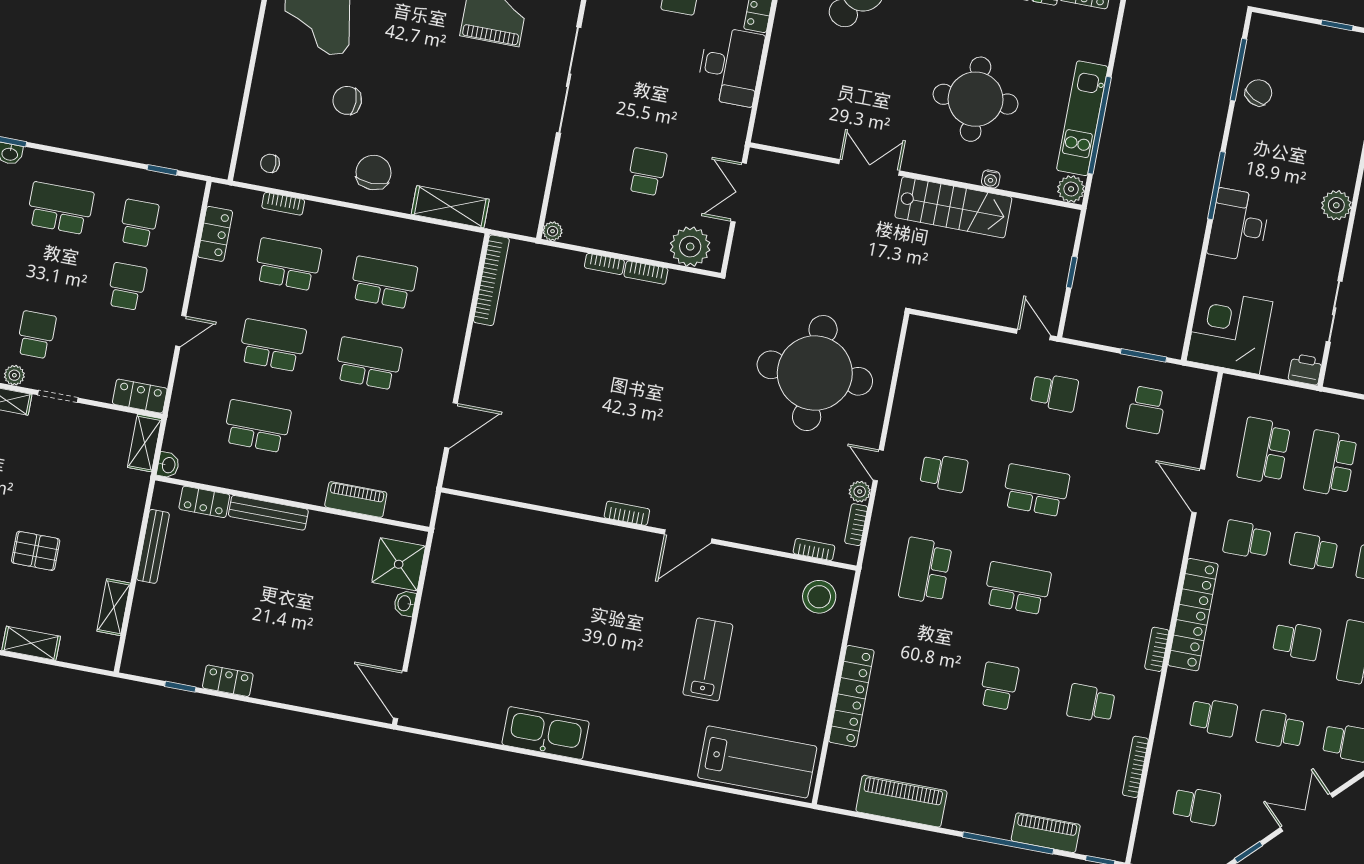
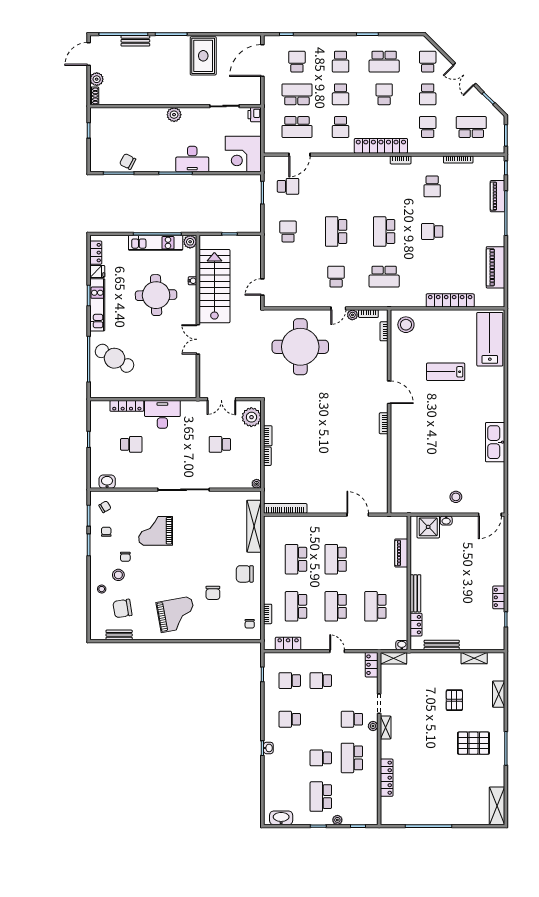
shelving: (450, 207) -> (254, 526), width x1.47
stairs: (953, 207) -> (214, 286), width x1.36, depth x1.51
school desk: (60, 208) -> (290, 719), width x0.54
door: (1034, 335) -> (262, 287), moved
school desk: (1330, 463) -> (297, 94), turned 180
door: (1198, 491) -> (299, 155), moved
stool: (449, 632) -> (456, 497), added
school desk: (1197, 806) -> (471, 127), width x1.85

